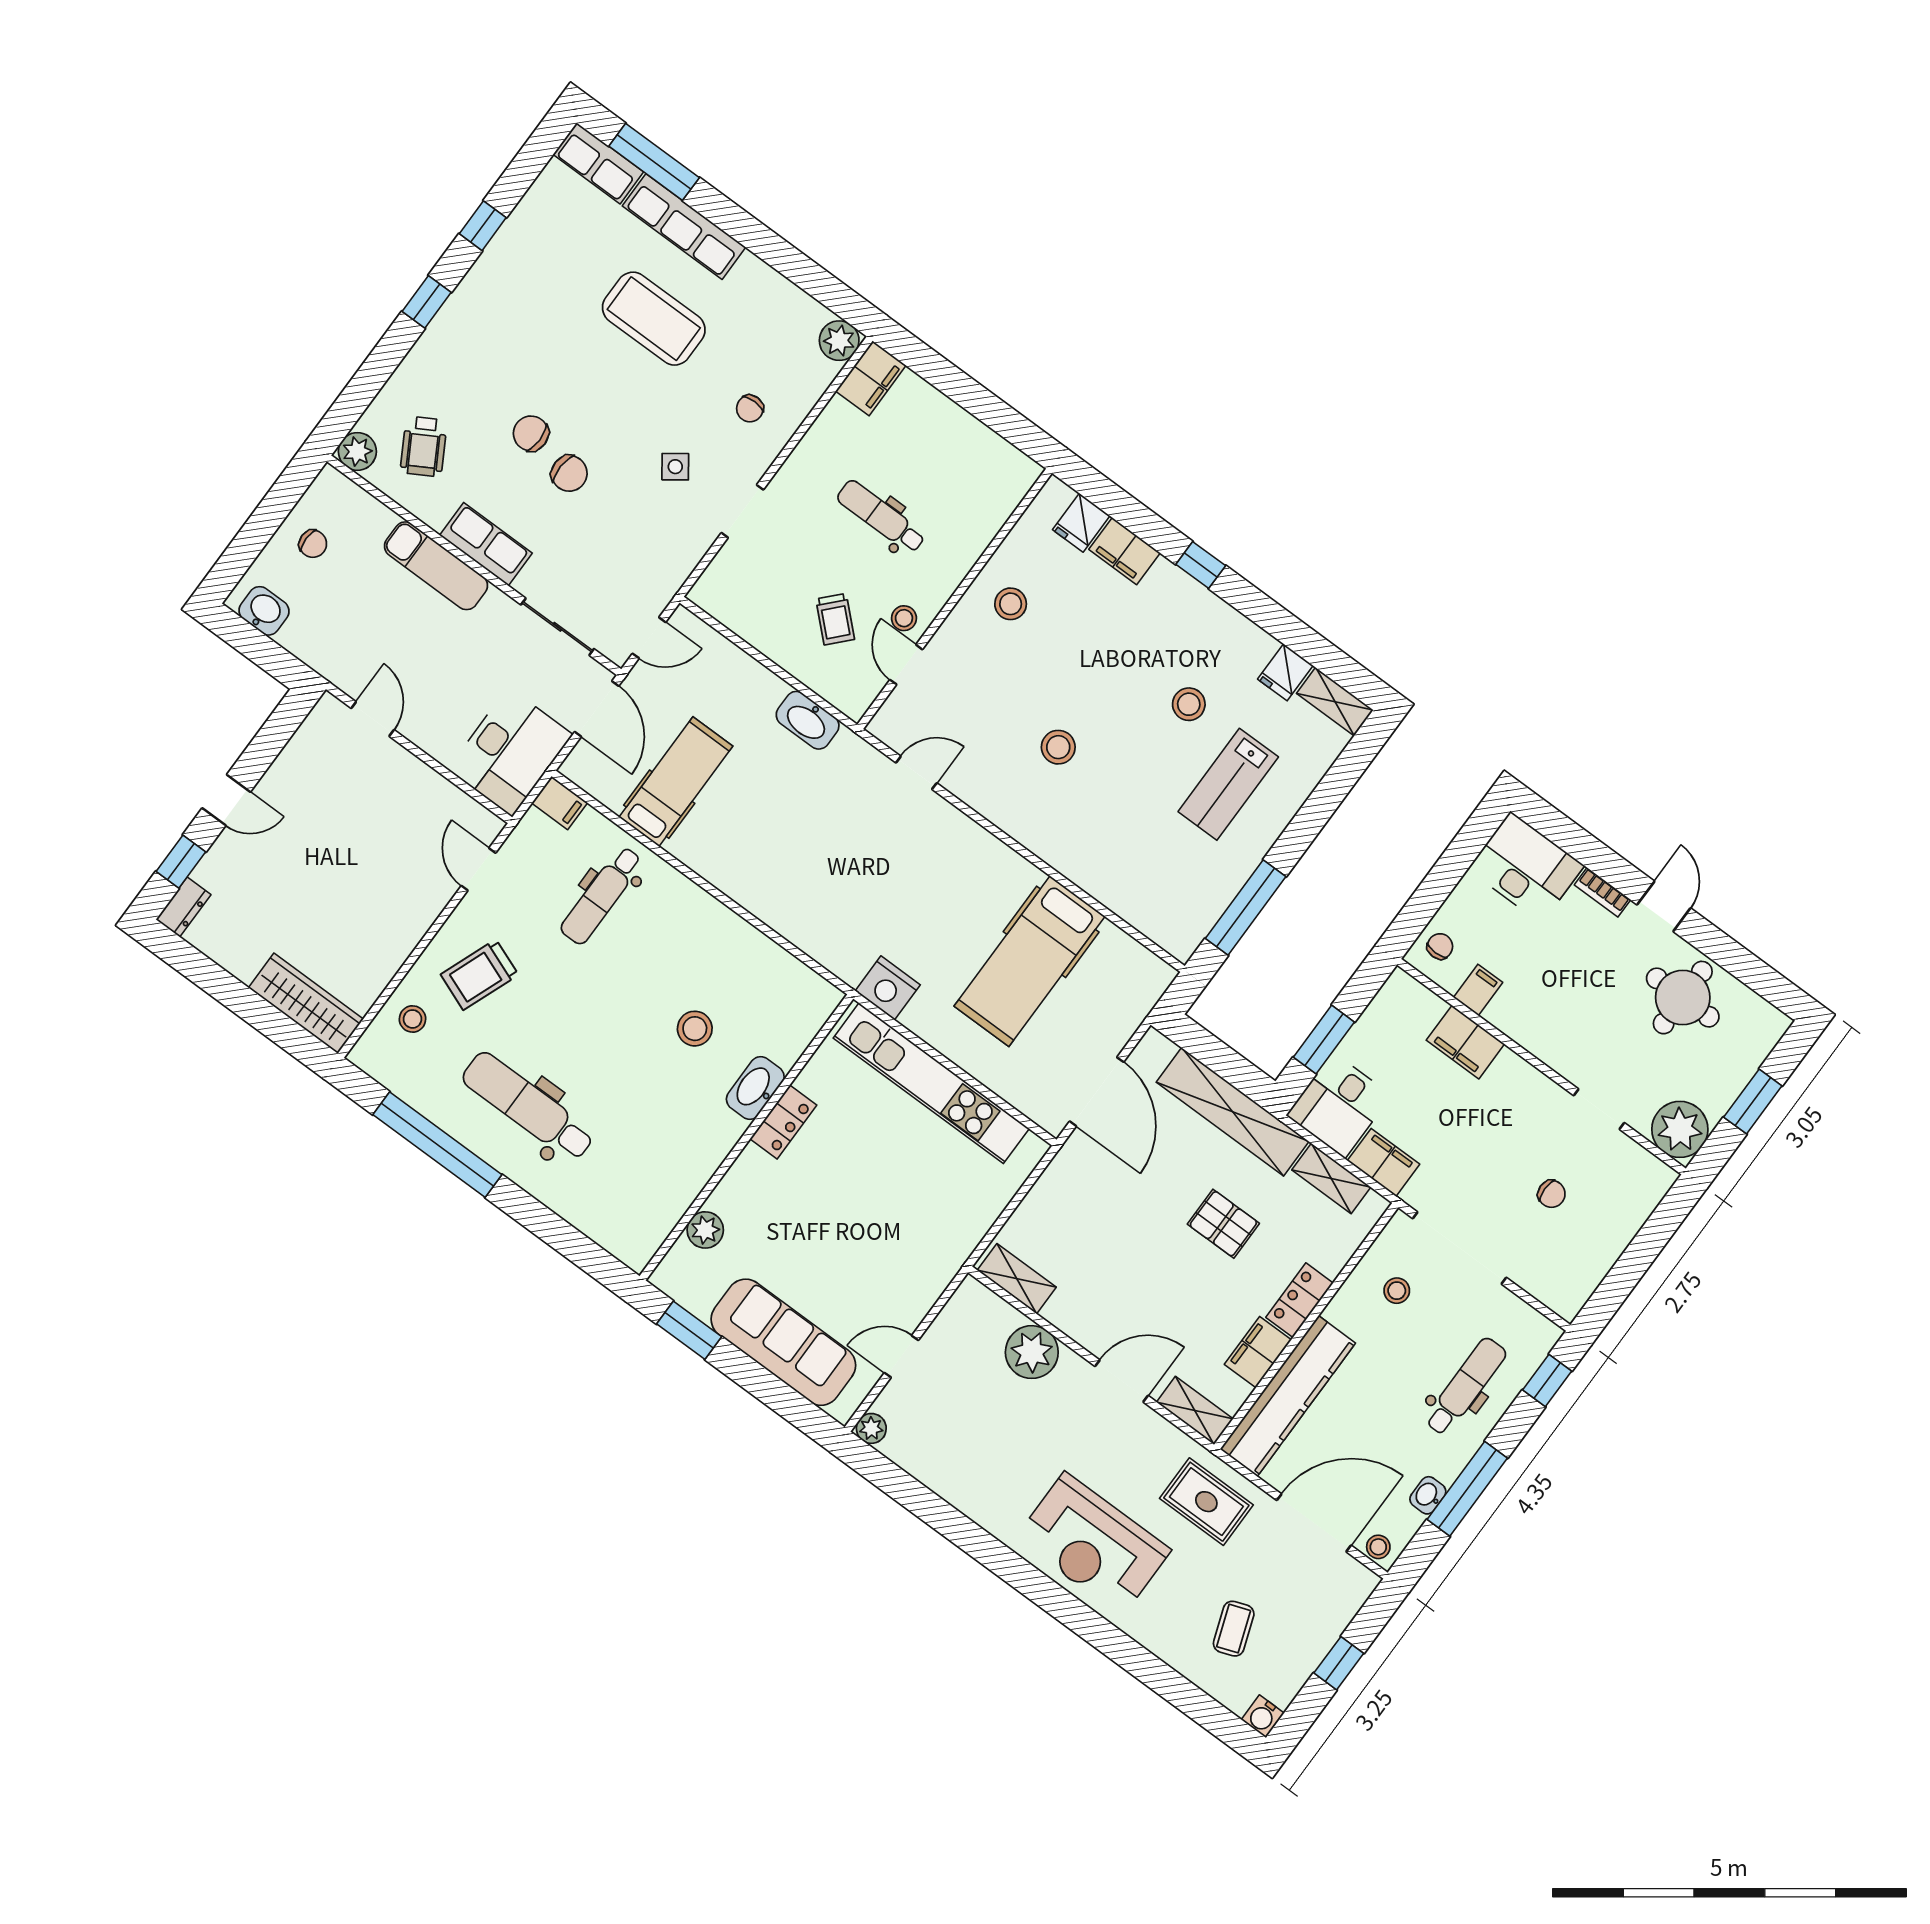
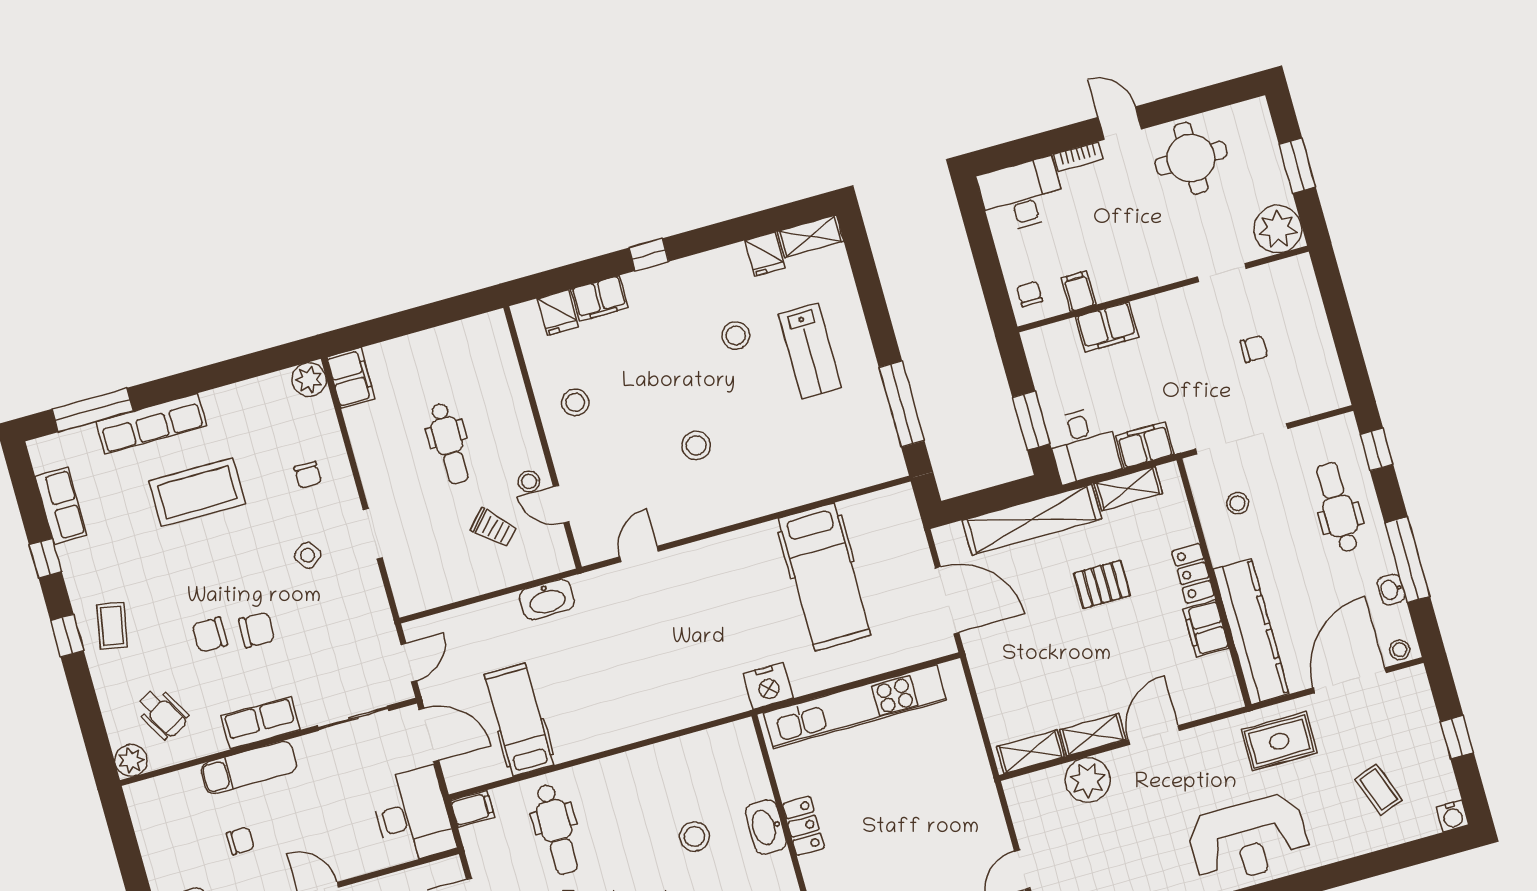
row of seats: (598, 163) -> (61, 506), moved, turned -90
coffee table: (468, 336) -> (112, 626), added
dental chair: (881, 517) -> (449, 444), turned -90
chair: (313, 544) -> (240, 841), moved
shelving: (1195, 1411) -> (1093, 735), moved

